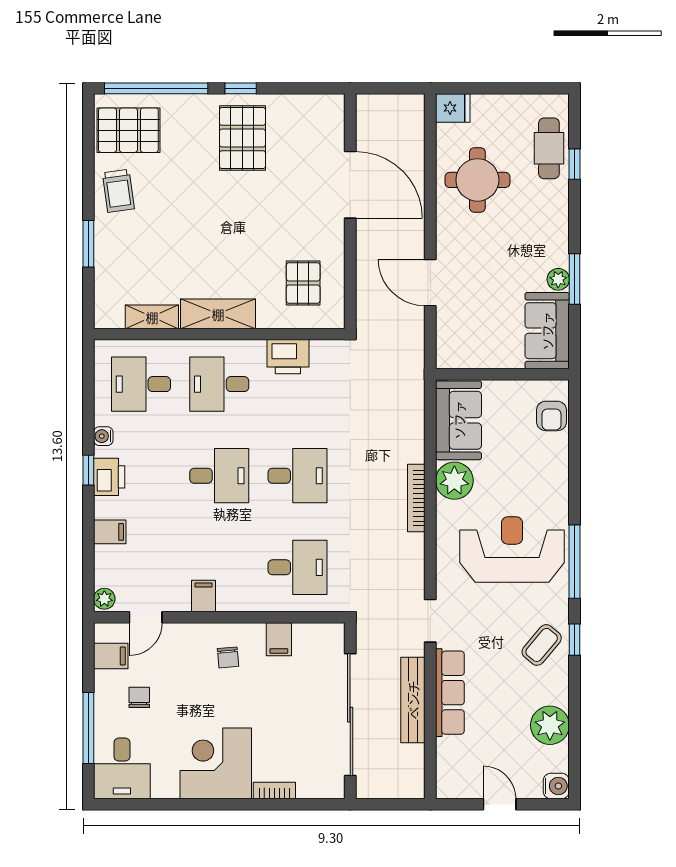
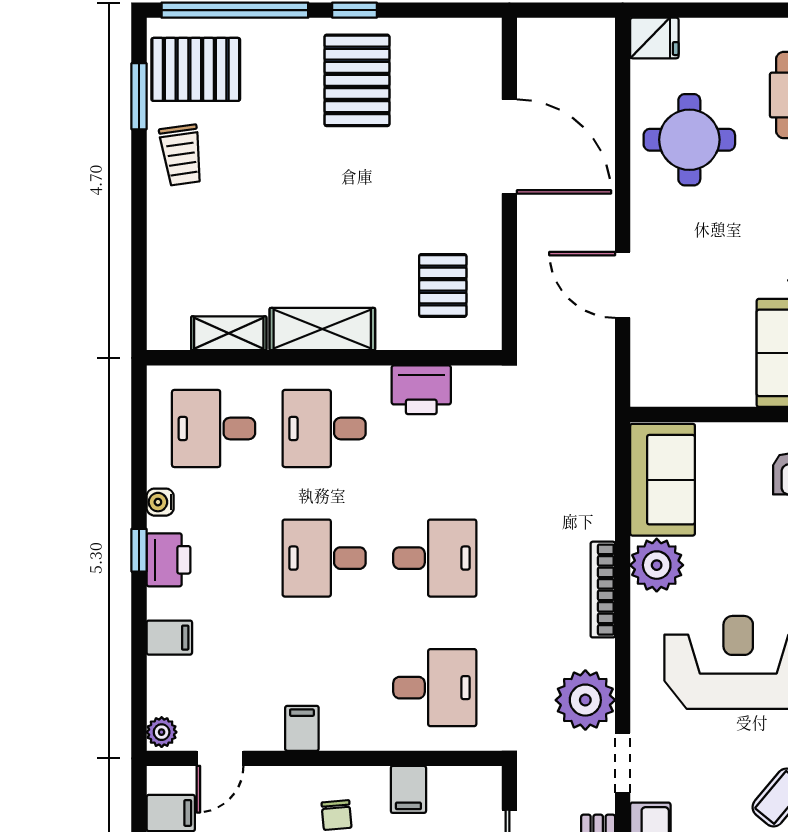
window: (88, 244) -> (139, 96), moved
desk: (219, 476) -> (324, 558), turned 180
plant: (404, 576) -> (585, 700), added

